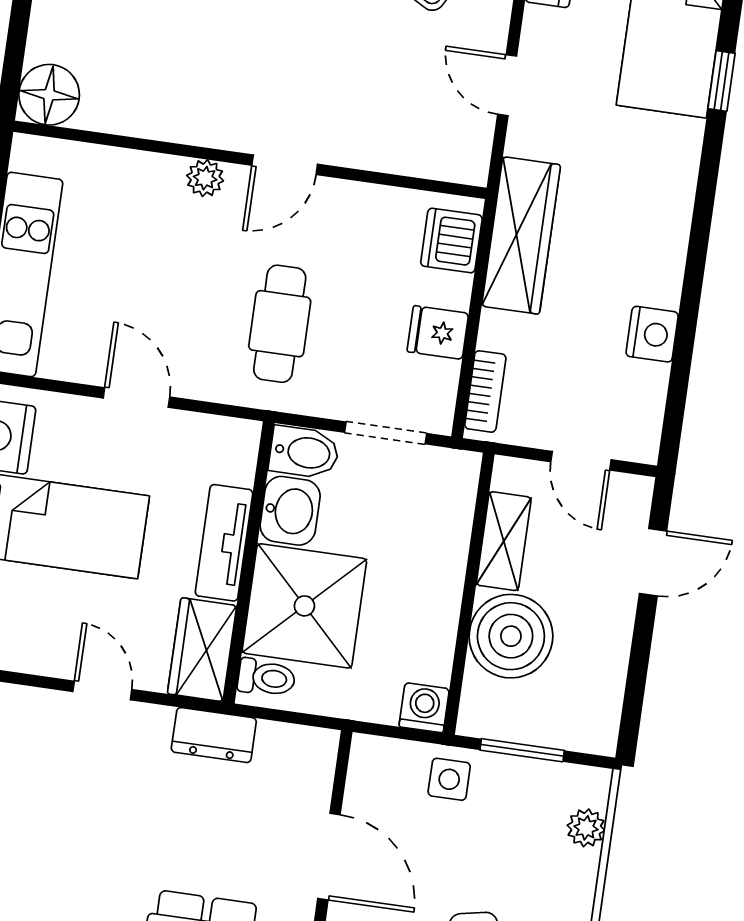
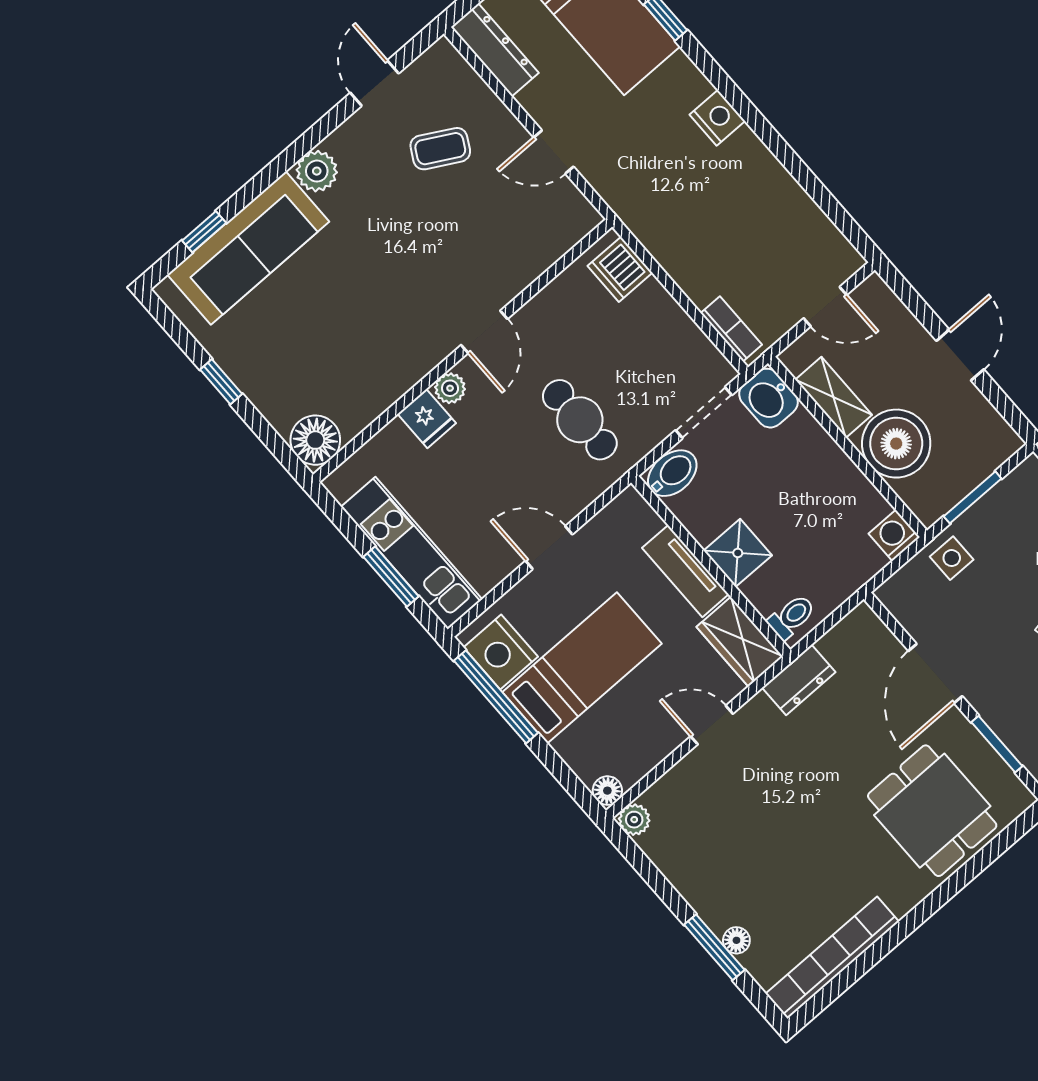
wardrobe: (521, 235) -> (654, 224), removed
fridge: (438, 332) -> (427, 419), moved, turned -90
nightstand: (652, 334) -> (717, 118), moved
washbasin: (290, 511) -> (768, 398), moved, turned 180
door: (653, 562) -> (960, 355), moved
shower: (304, 606) -> (738, 553), width x0.54, depth x0.54
door: (329, 857) -> (935, 674), swing flipped

